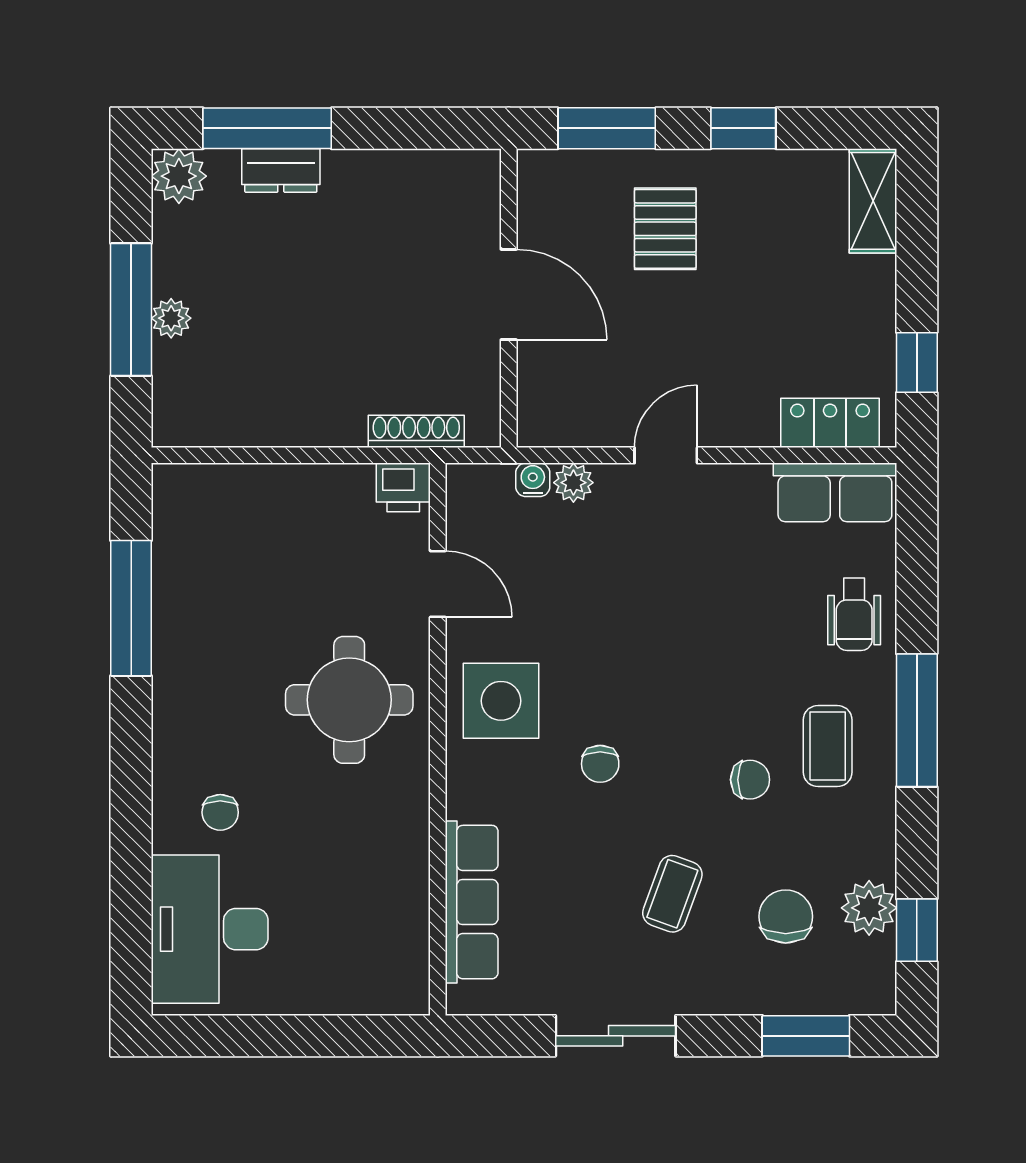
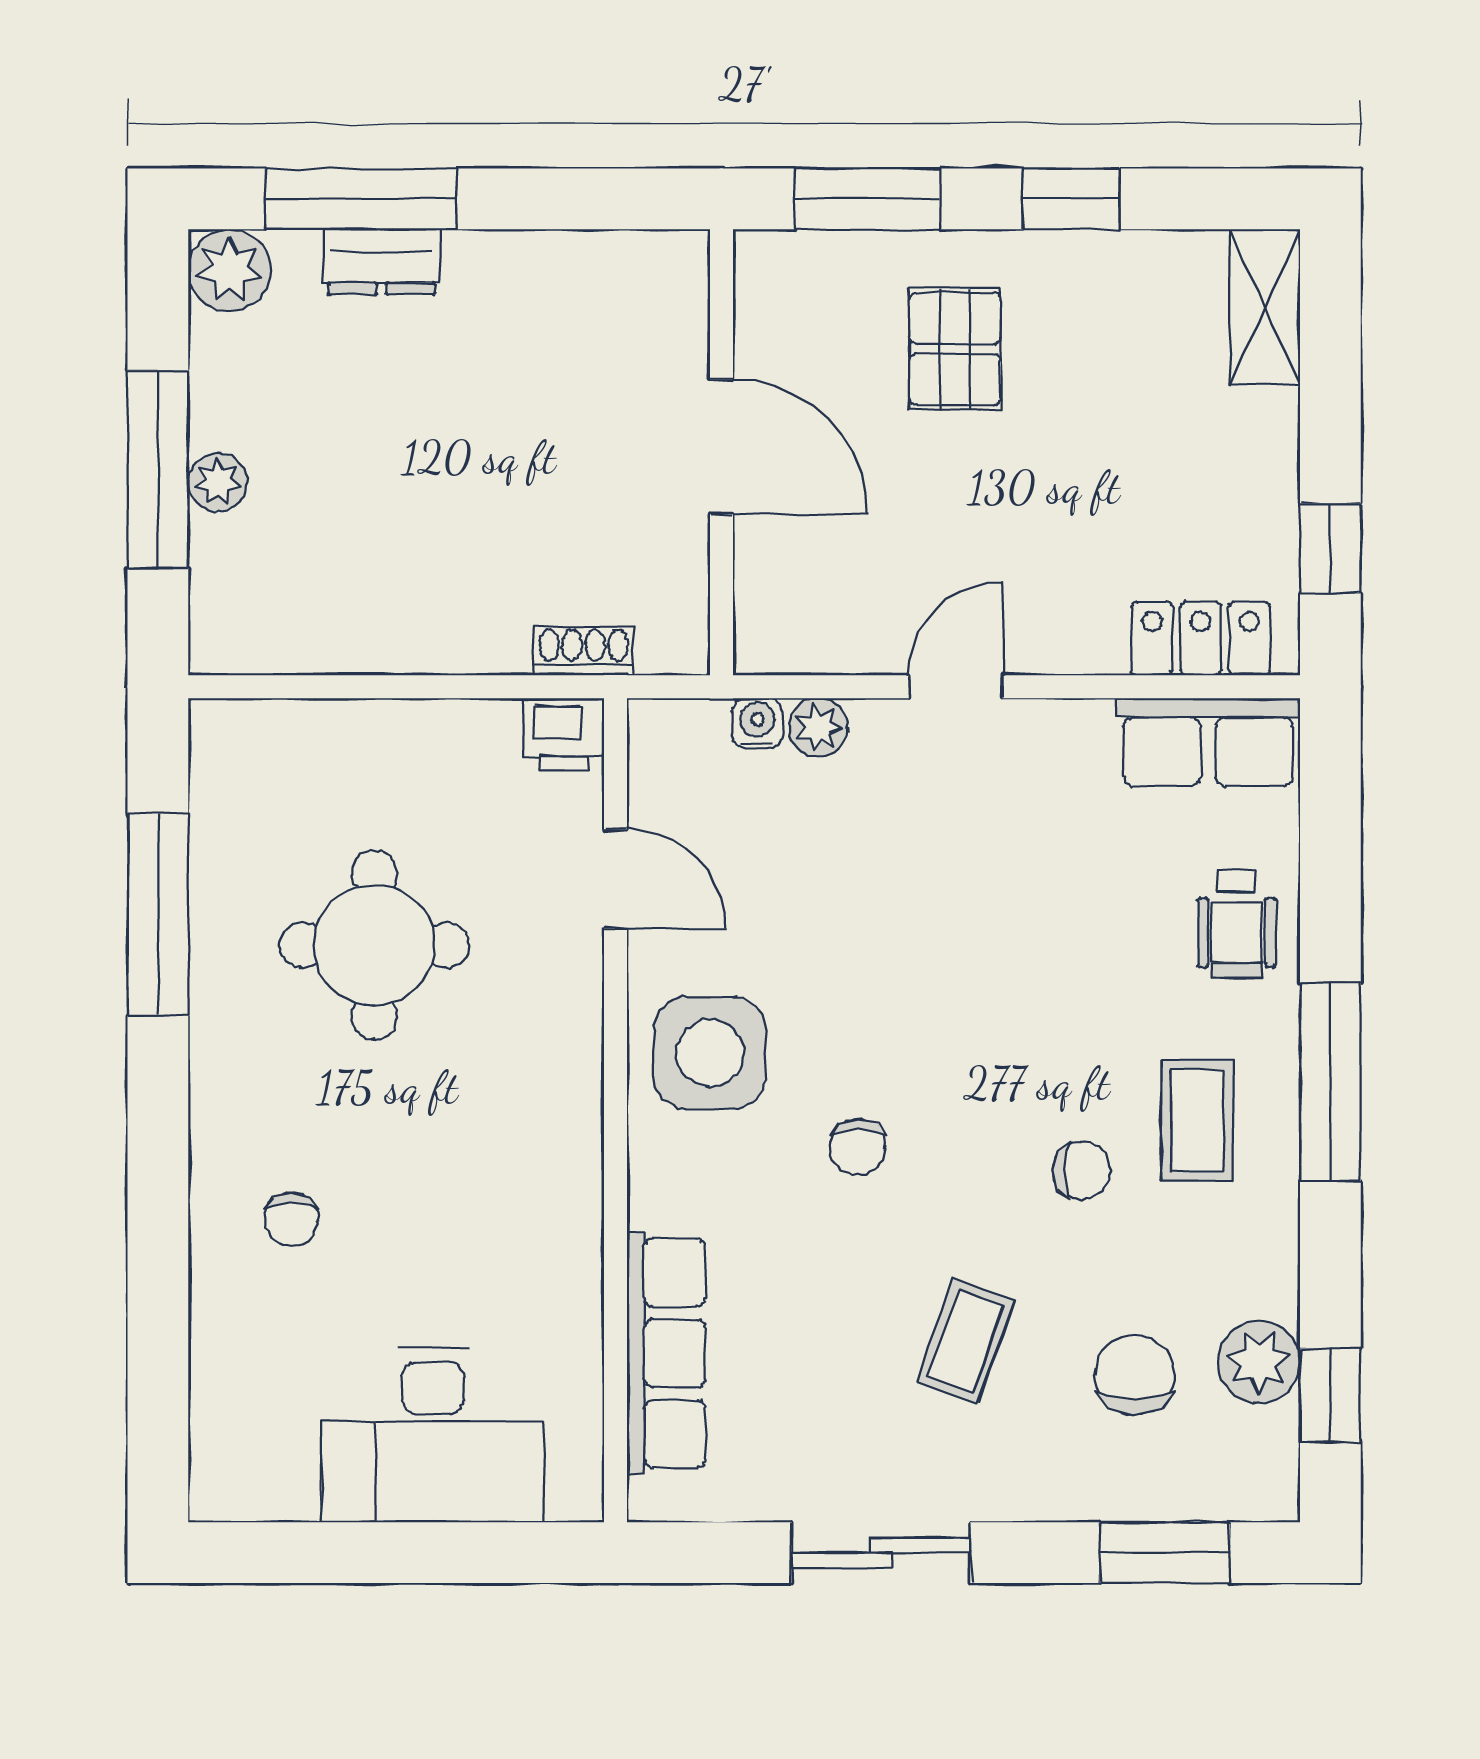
shoe rack: (416, 431) -> (584, 651), width x0.70
round table: (349, 700) -> (374, 945), moved
desk: (210, 929) -> (433, 1435), moved, turned -90

